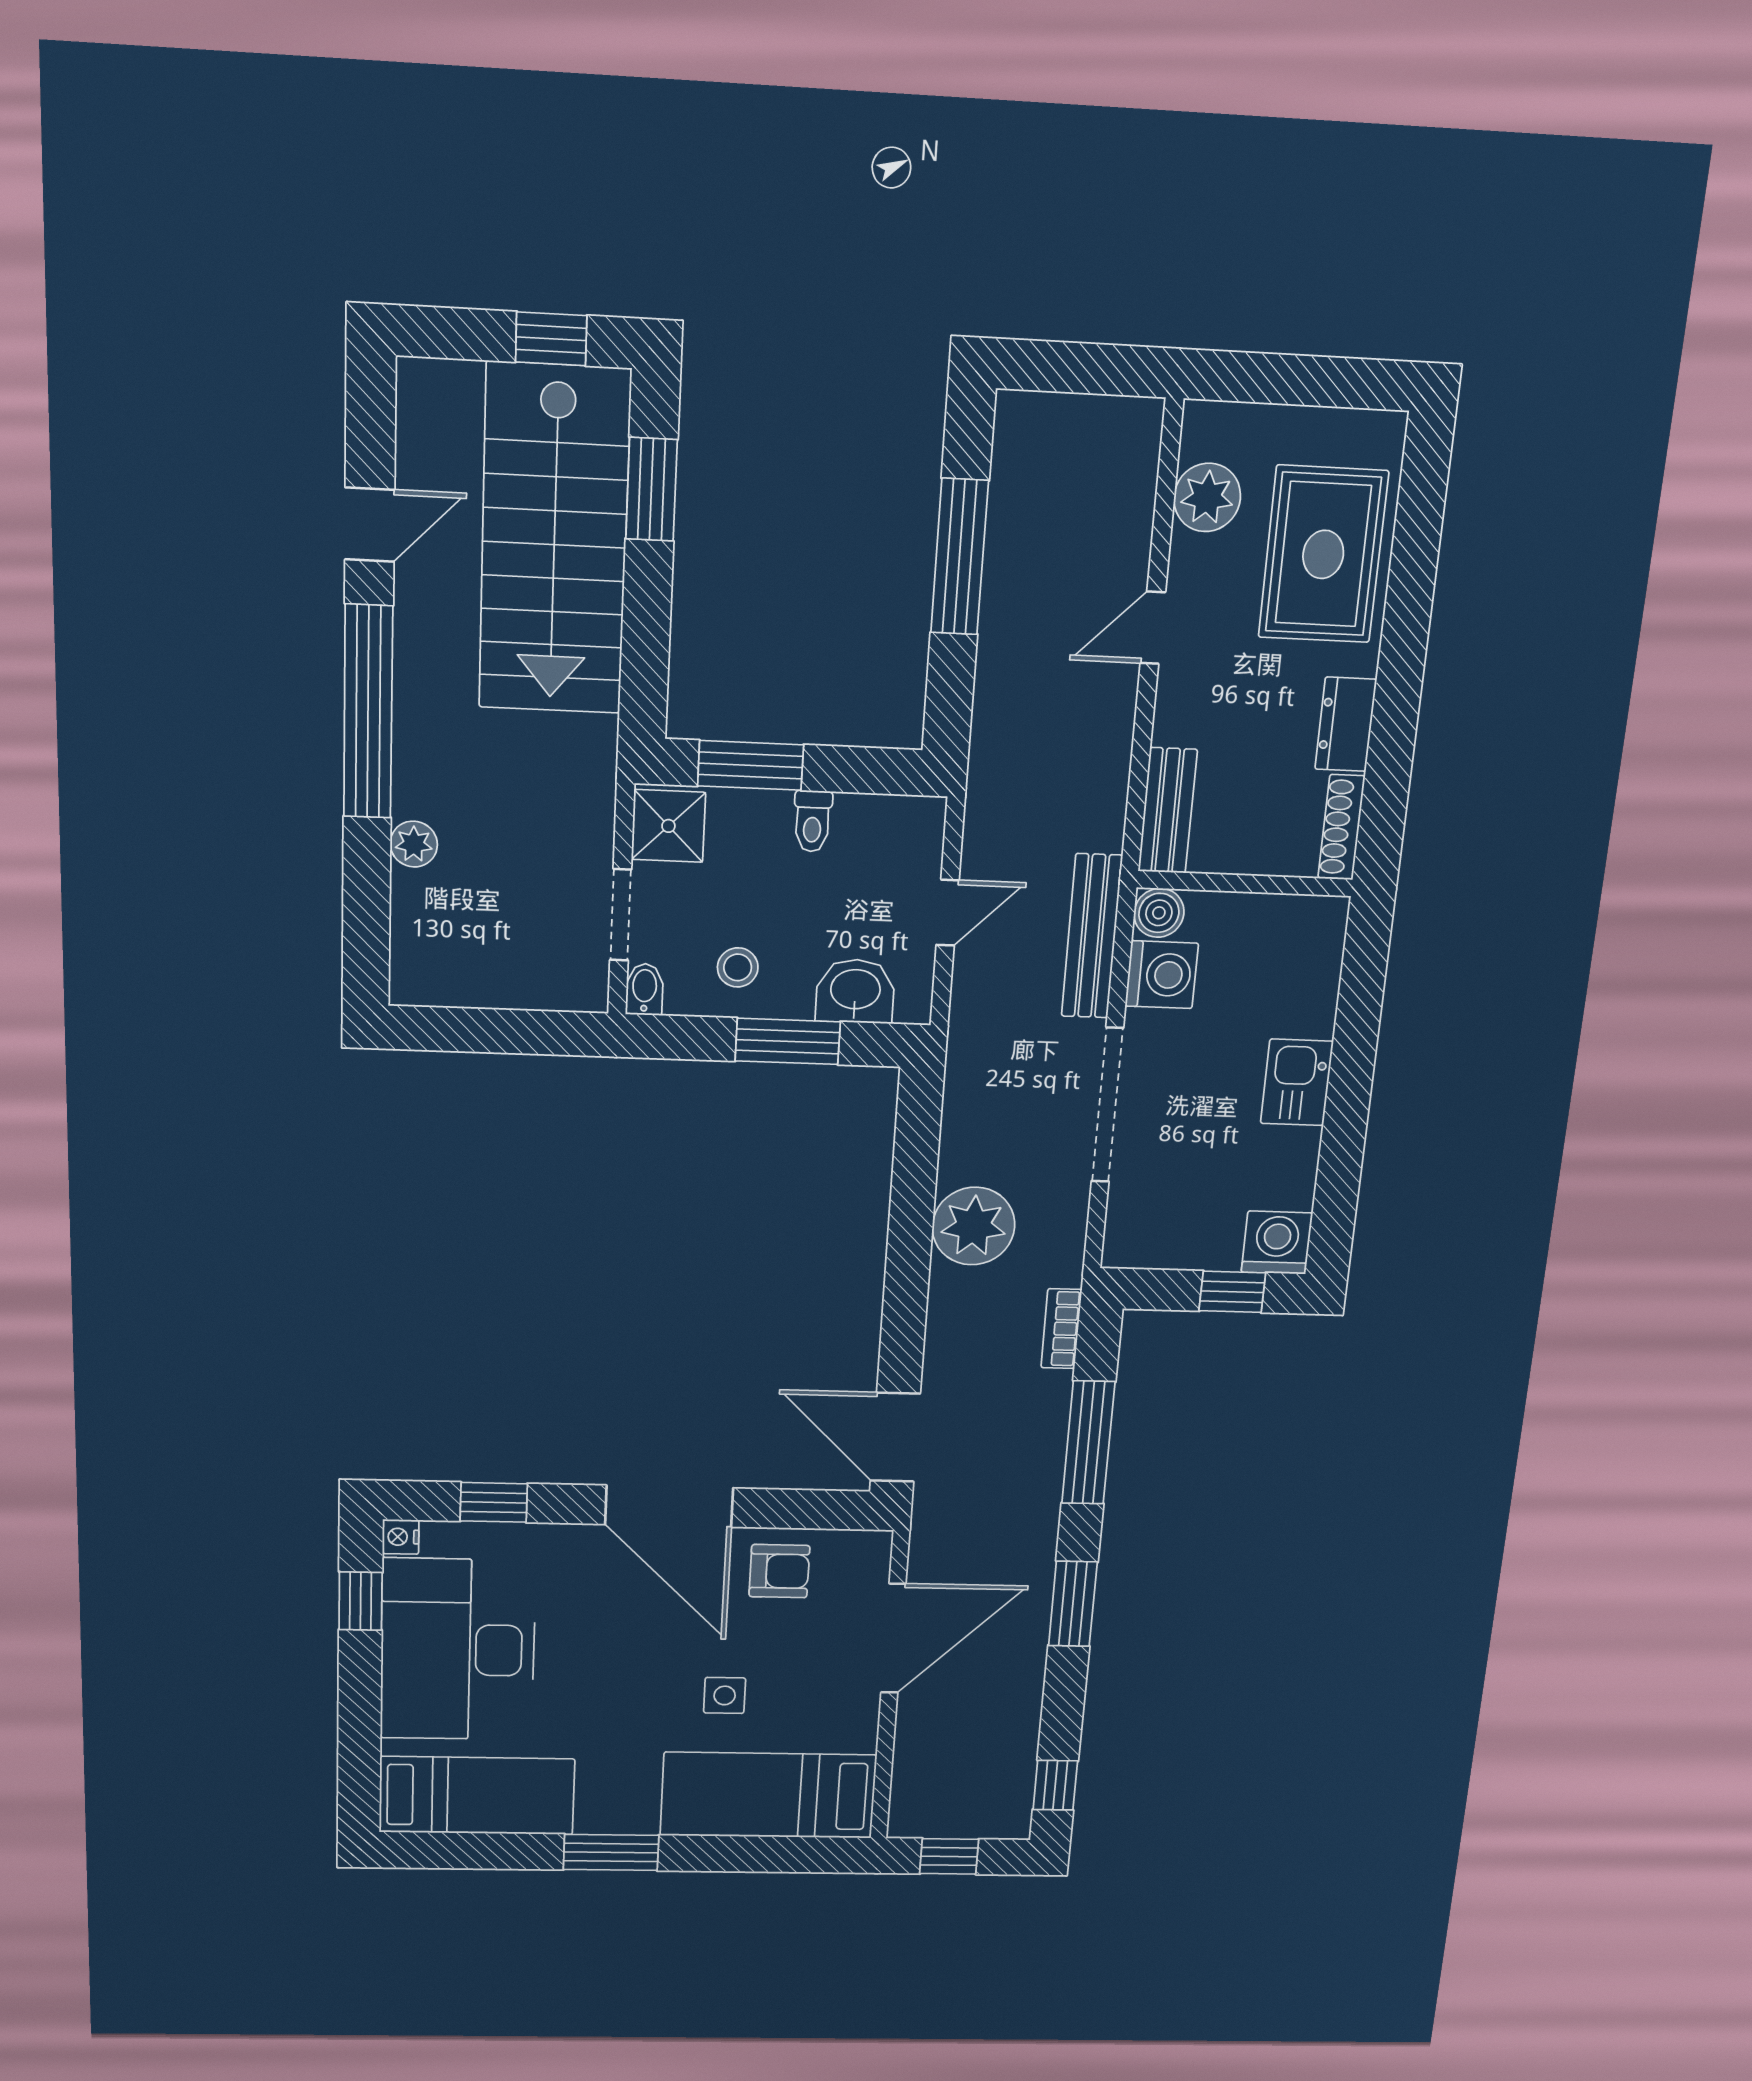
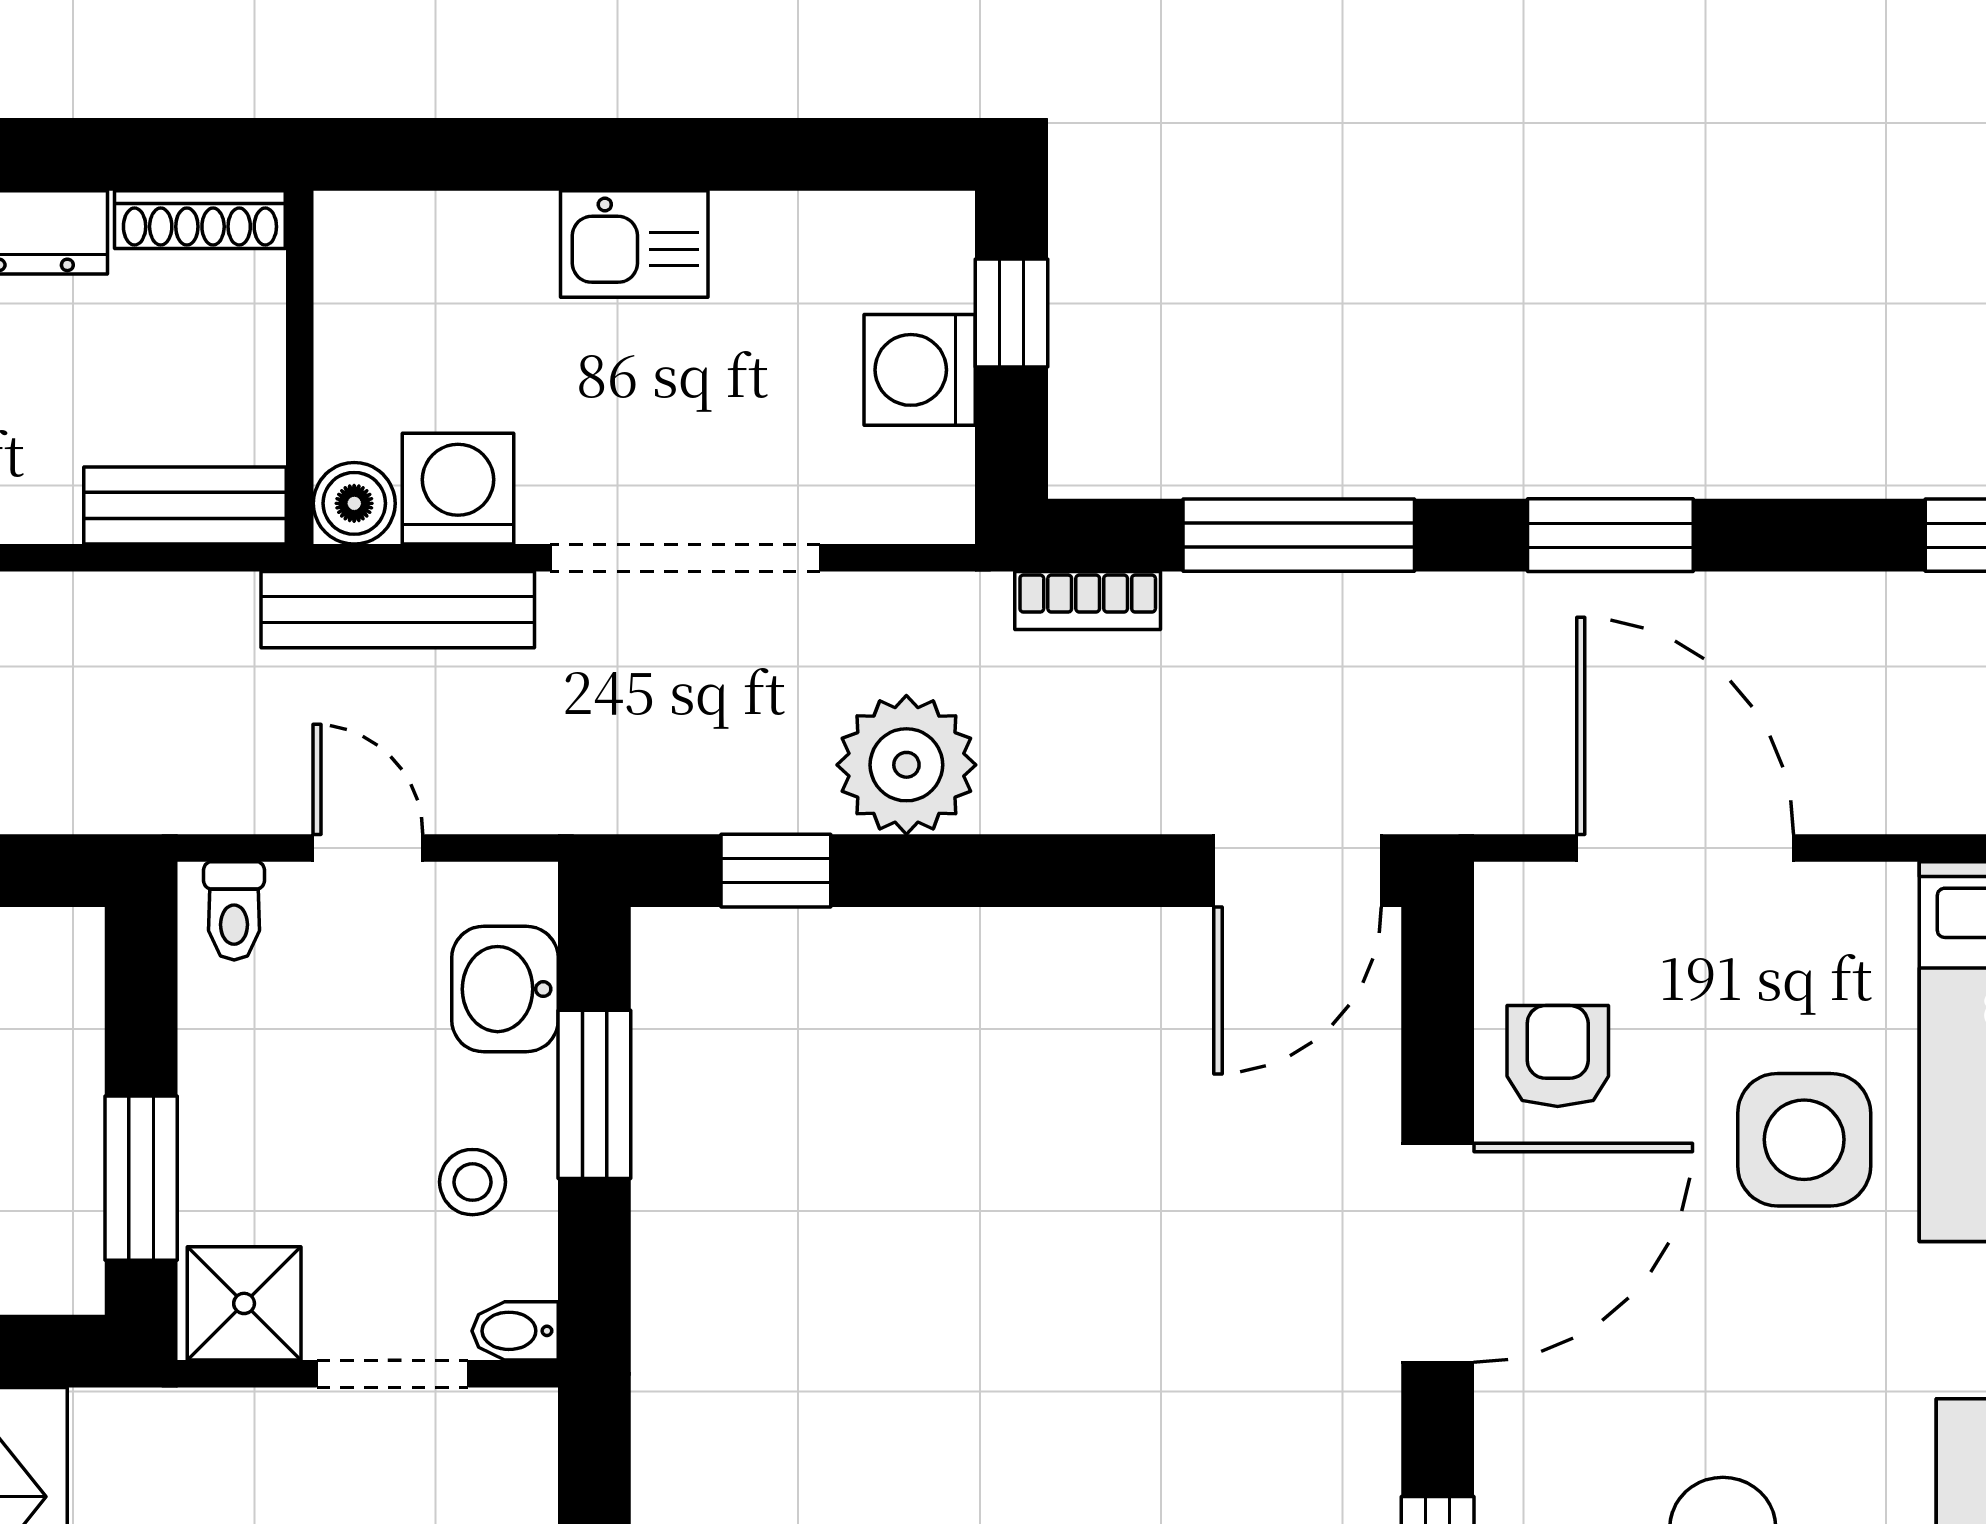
toilet: (812, 821) -> (234, 911), moved, turned 90
window: (916, 1151) -> (776, 871), added
washing machine: (1277, 1243) -> (920, 370), moved
side table: (725, 1695) -> (1804, 1140), width x1.87, depth x1.87

